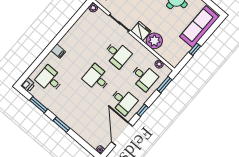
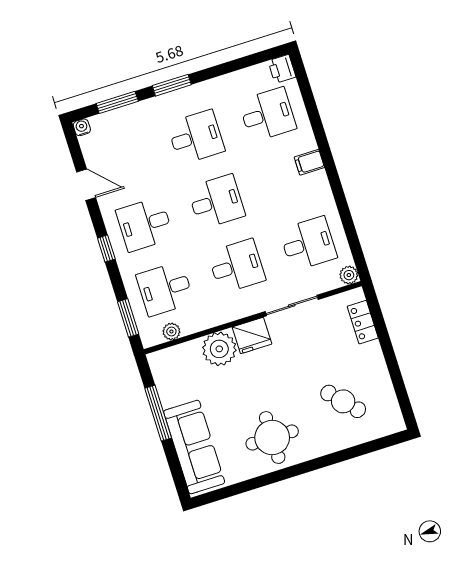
desk: (91, 31) -> (308, 244), added
window: (195, 49) -> (158, 413), width x2.17
desk: (117, 54) -> (237, 266), turned 180
desk: (76, 102) -> (196, 137), added
window: (39, 105) -> (117, 102), moved
door: (122, 134) -> (86, 185), width x0.53

